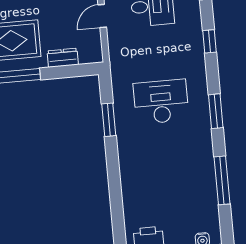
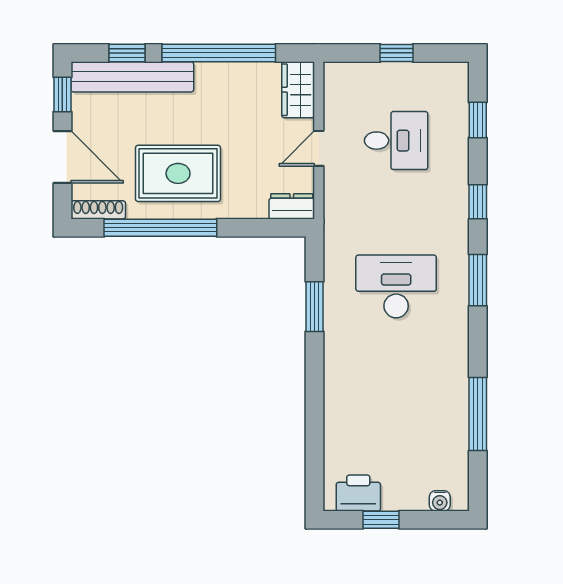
dresser: (63, 58) -> (292, 206), moved
window: (216, 111) -> (478, 280), moved

